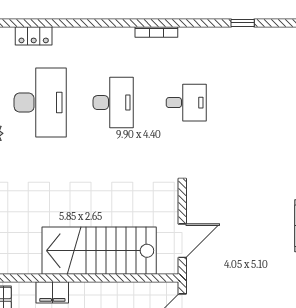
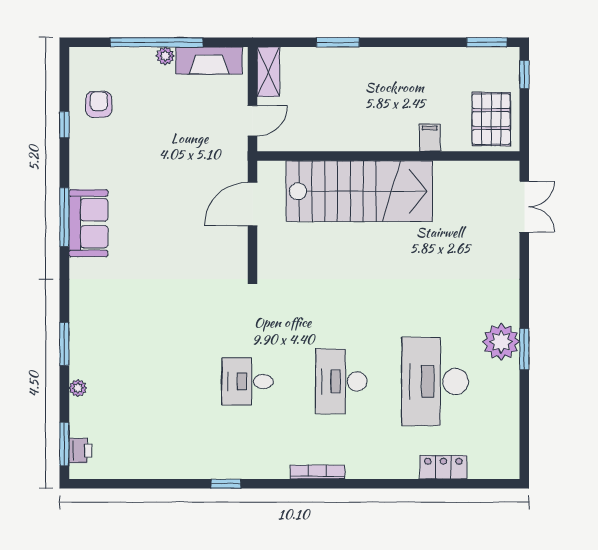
window: (243, 23) -> (226, 484), moved
bookcase: (156, 32) -> (317, 472), moved
filing cabinet: (52, 292) -> (430, 138), width x0.50

